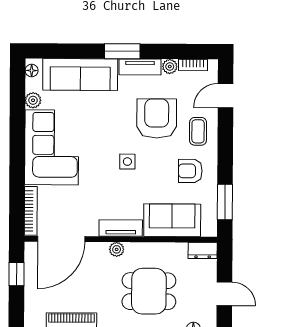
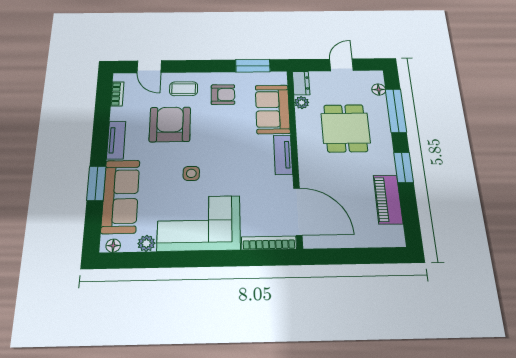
window: (122, 51) -> (96, 183), moved
plant: (170, 67) -> (117, 114), removed
armchair: (157, 119) -> (170, 124), turned 90
side table: (127, 162) -> (191, 173), moved
armchair: (190, 171) -> (223, 95), turned -90
plant: (117, 249) -> (302, 103), moved
window: (17, 274) -> (340, 256), removed

